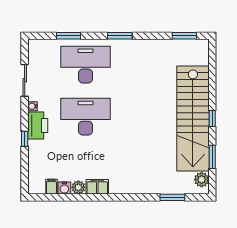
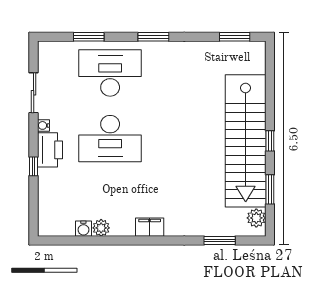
desk: (86, 117) -> (110, 139), turned 180
filing cabinet: (51, 187) -> (67, 227), removed
filing cabinet: (97, 187) -> (150, 227), moved

